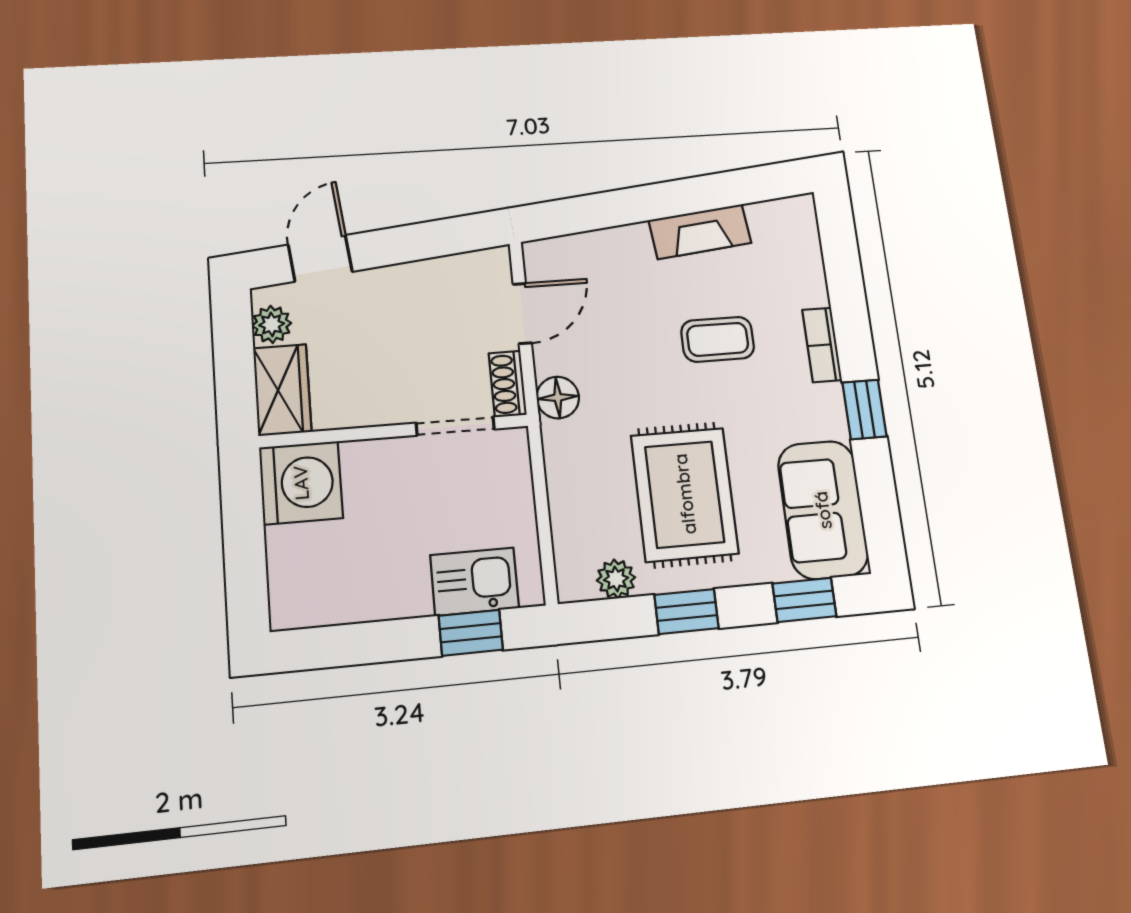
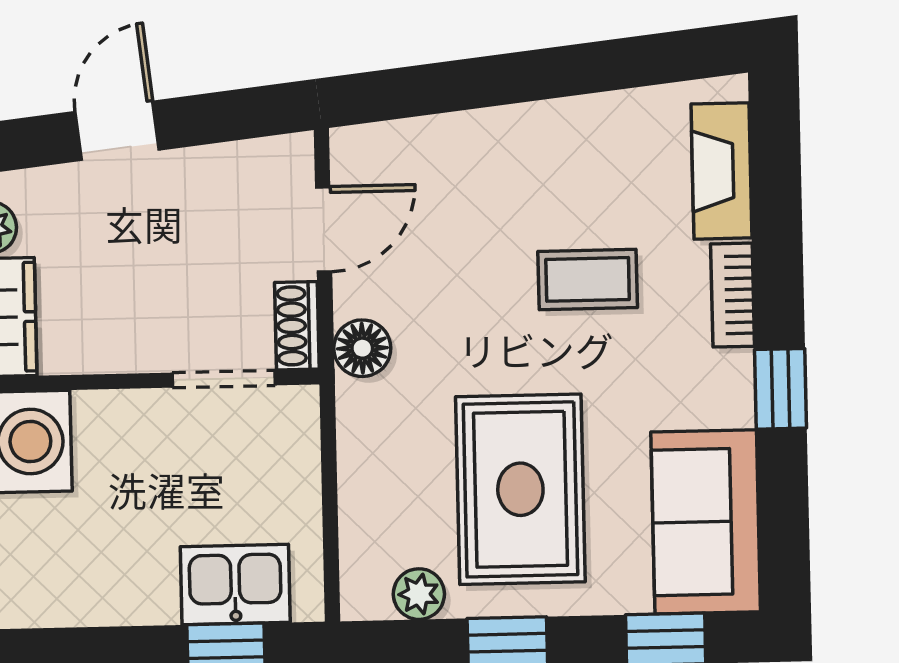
fireplace: (700, 232) -> (721, 171), moved, turned 96
door: (320, 258) -> (117, 131), moved

